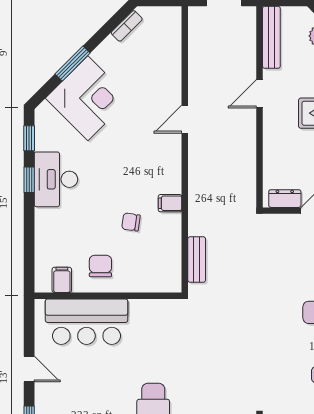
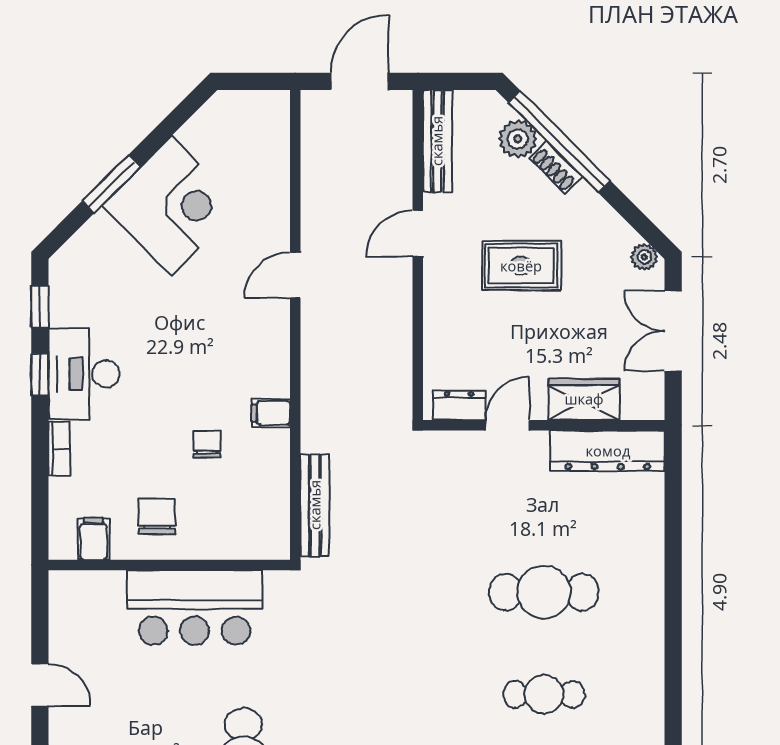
bookcase: (127, 26) -> (59, 449), moved, turned -45
corner desk: (88, 98) -> (171, 206), moved
chair: (131, 222) -> (207, 444), turned 82
bench: (197, 259) -> (315, 505), width x1.36
bar counter: (86, 322) -> (195, 607), moved

